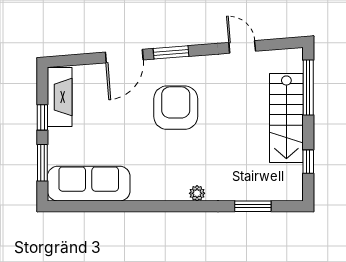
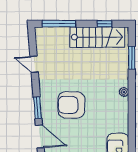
door: (242, 47) -> (34, 64), hinge flipped
stairs: (286, 118) -> (97, 37), moved

